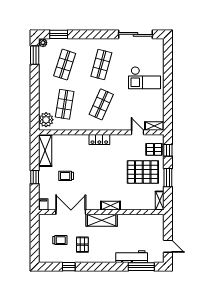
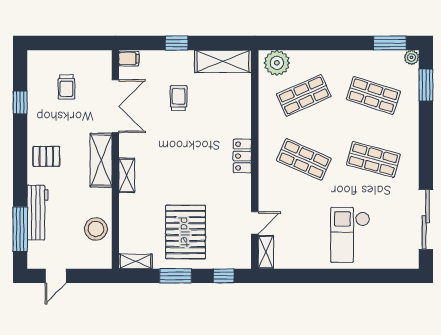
shop shelf: (65, 104) -> (304, 95), turned -33
pallet: (154, 149) -> (225, 252), removed
stool: (141, 223) -> (96, 229), added
pallet: (82, 245) -> (46, 156), moved

